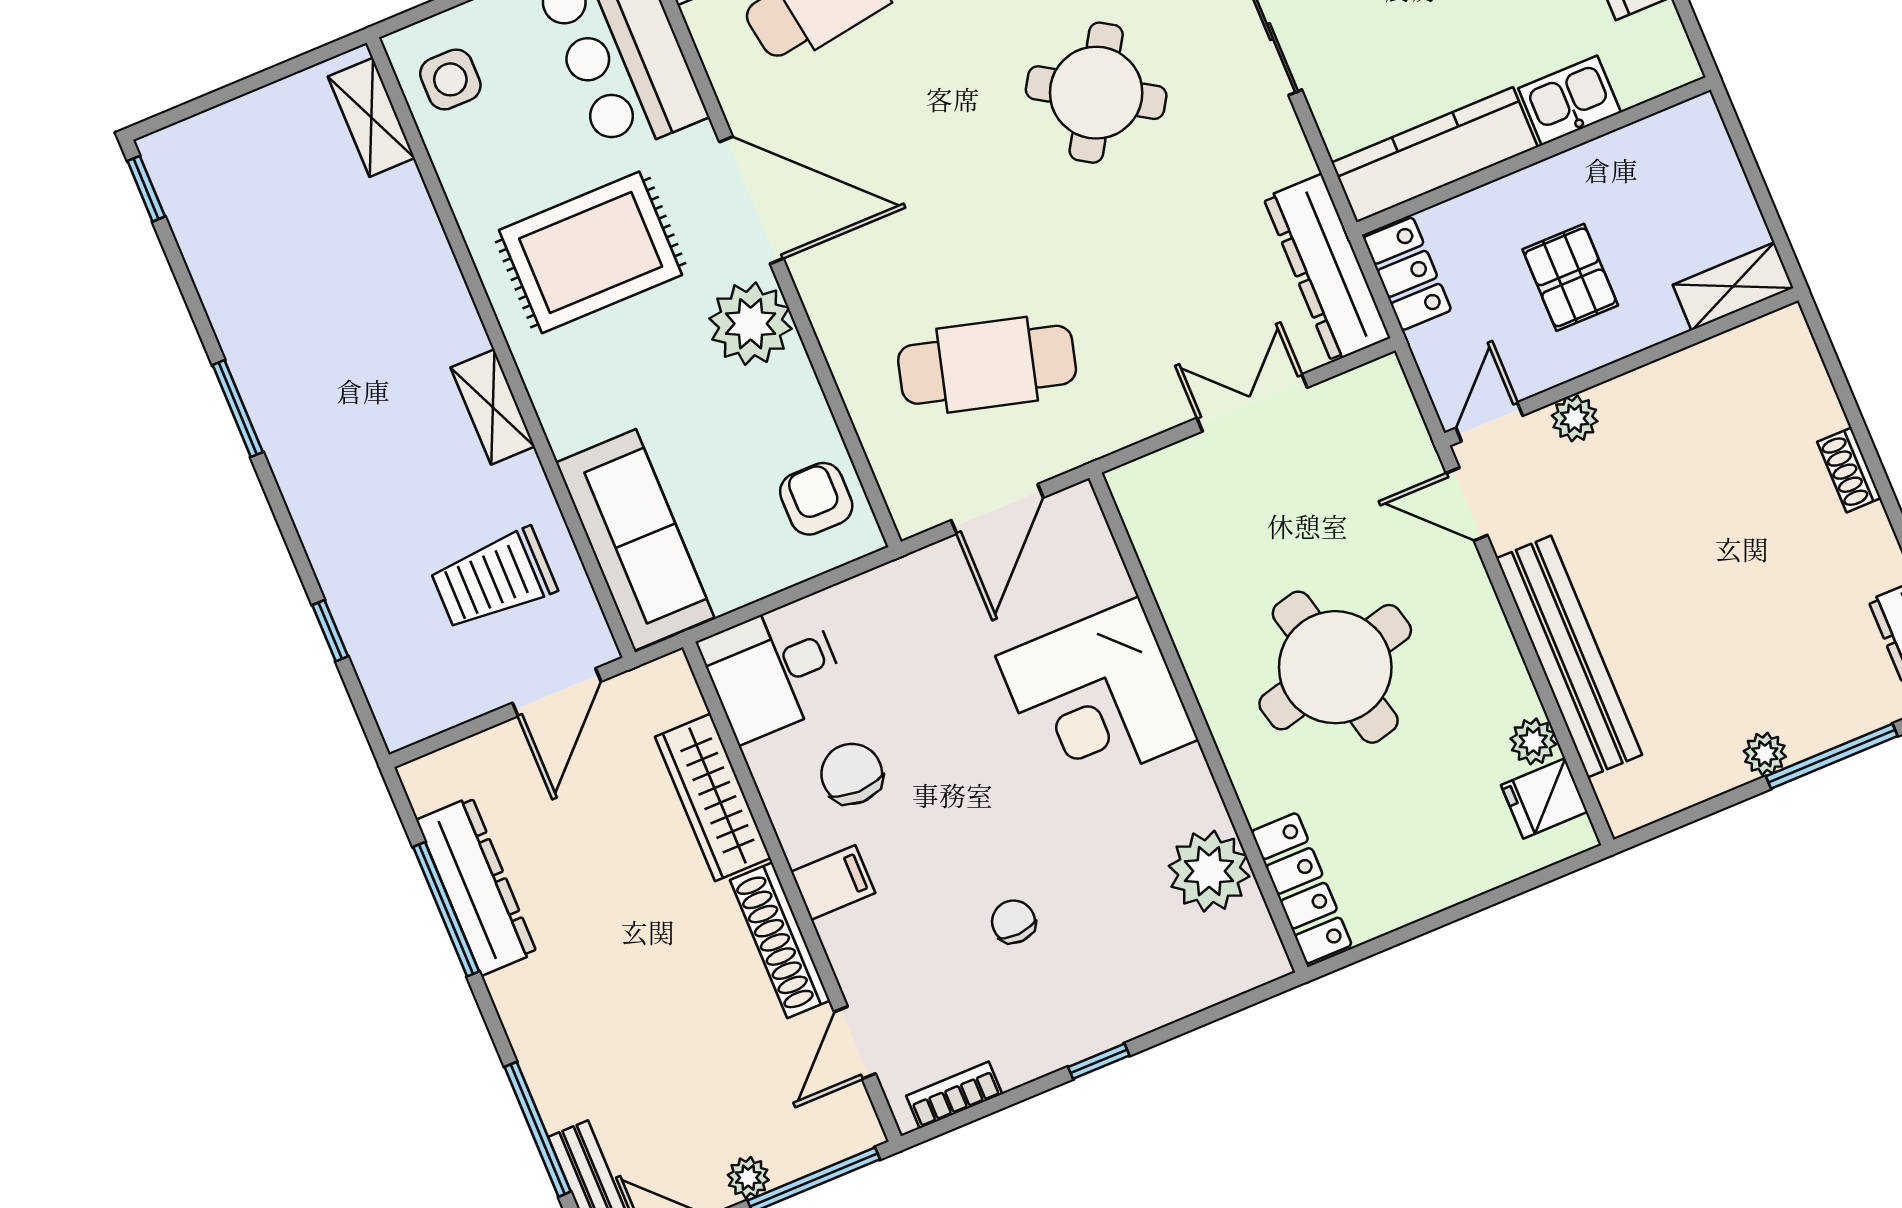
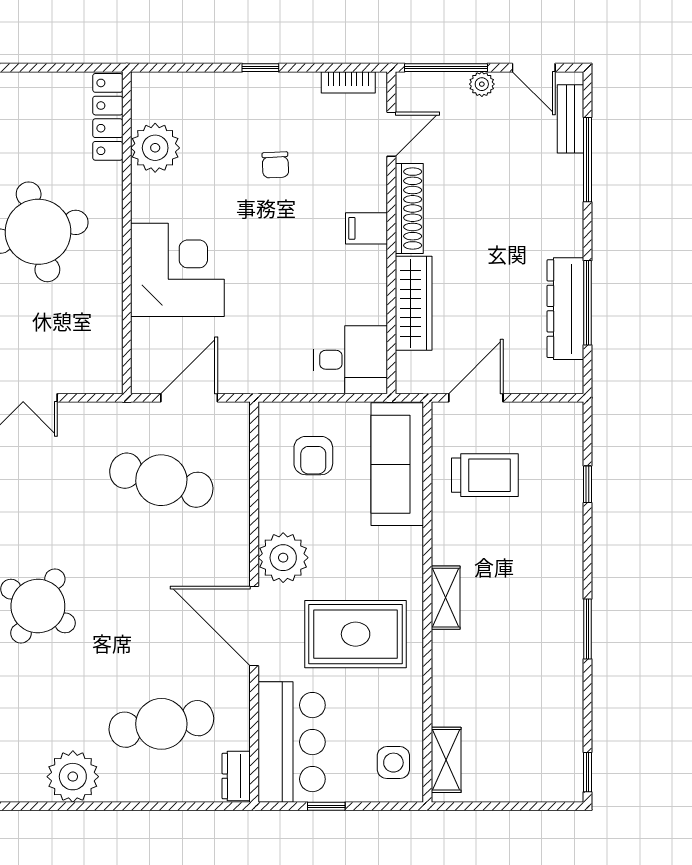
shelving: (493, 407) -> (446, 598), moved
armchair: (816, 499) -> (313, 456), moved
chair: (852, 774) -> (331, 284), removed

